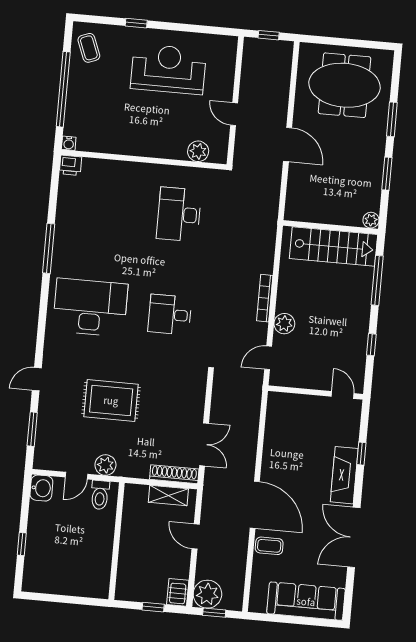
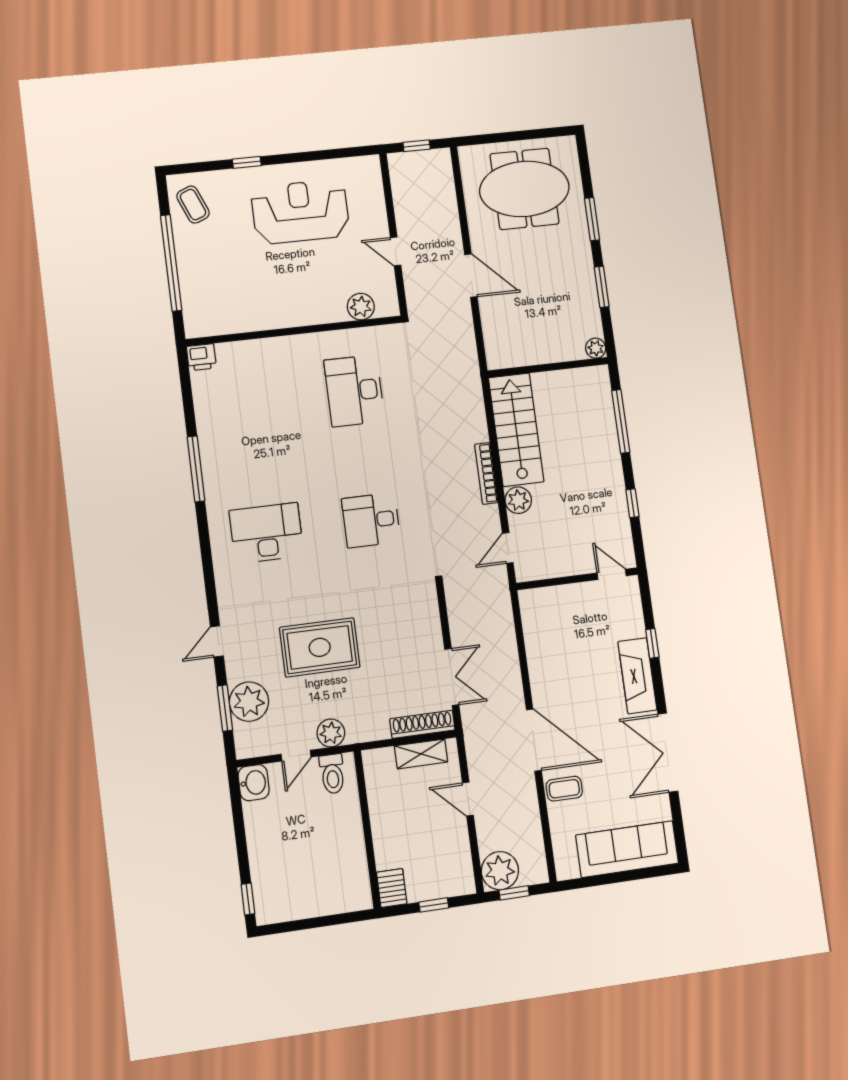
water cooler: (69, 143) -> (193, 330), removed
stairs: (334, 247) -> (516, 430), moved, turned -90
desk: (90, 307) -> (266, 533), width x0.73, depth x0.77
plant: (51, 428) -> (249, 702), added
window: (22, 544) -> (248, 899), moved
server rack: (178, 592) -> (392, 888), moved

